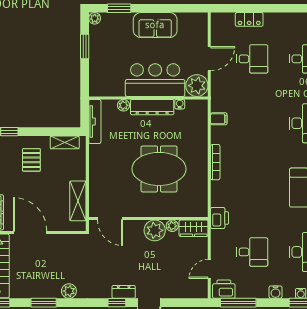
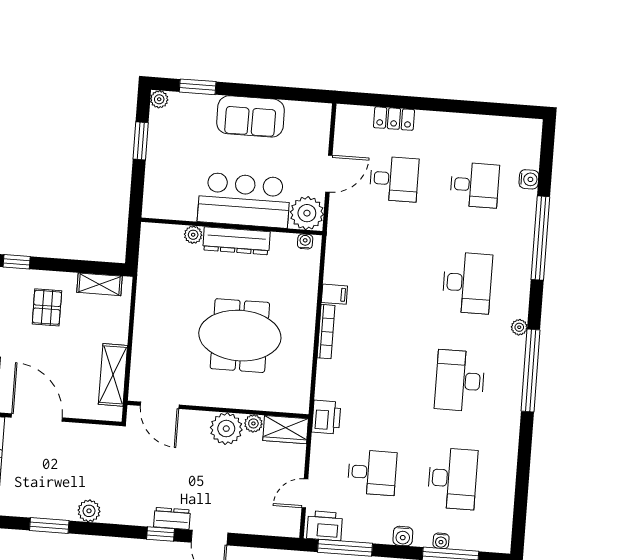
water cooler: (180, 104) -> (305, 242), moved
filing cabinet: (219, 119) -> (334, 294), moved
tv unit: (95, 121) -> (148, 256), removed

